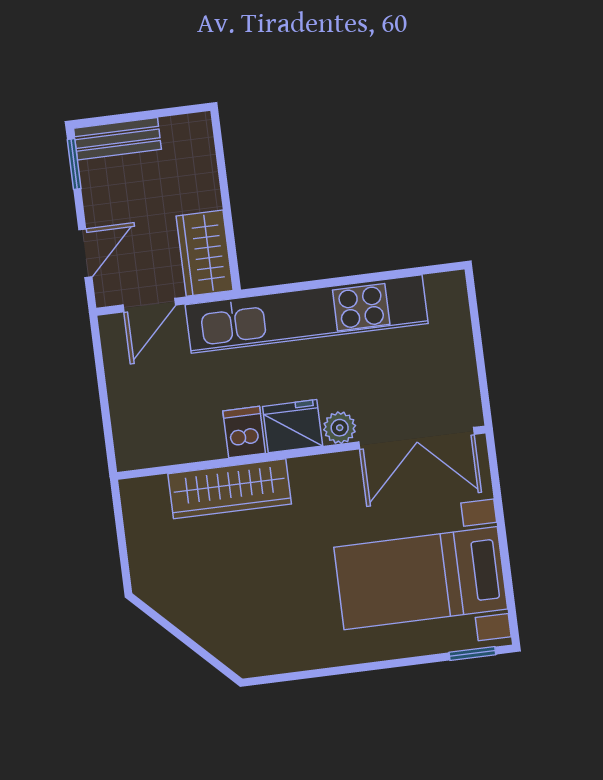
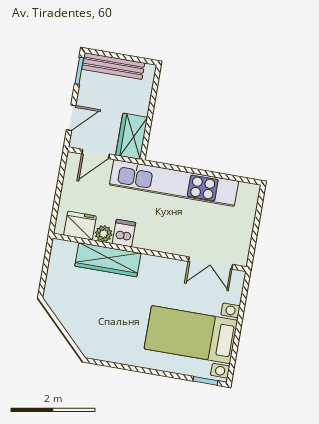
bench: (117, 139) -> (113, 66), width x1.36
fridge: (293, 426) -> (80, 226), moved
plant: (340, 428) -> (104, 234), moved
double door: (417, 438) -> (211, 263), width x0.73

